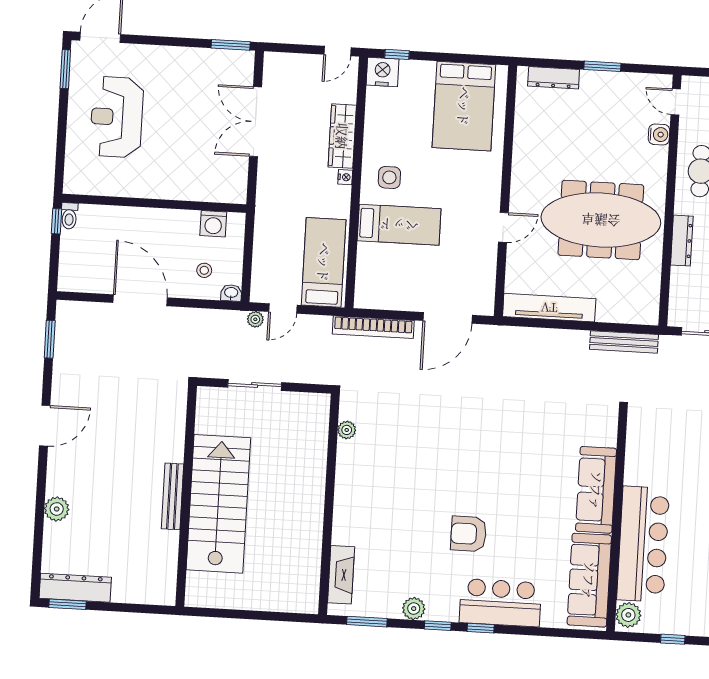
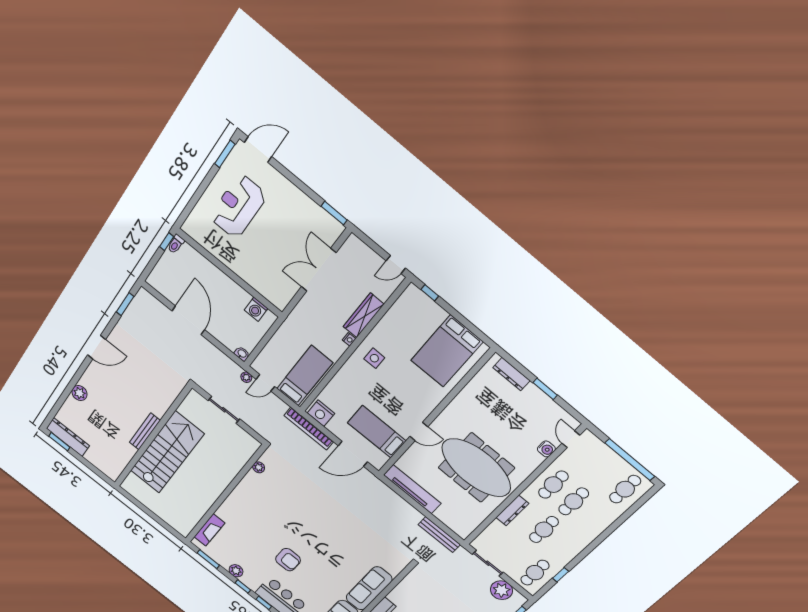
nightstand: (382, 72) -> (321, 413), moved, turned 180
bed: (399, 225) -> (377, 432), moved, turned 180
stool: (204, 270) -> (235, 331), removed
armchair: (469, 534) -> (288, 560), turned 180

